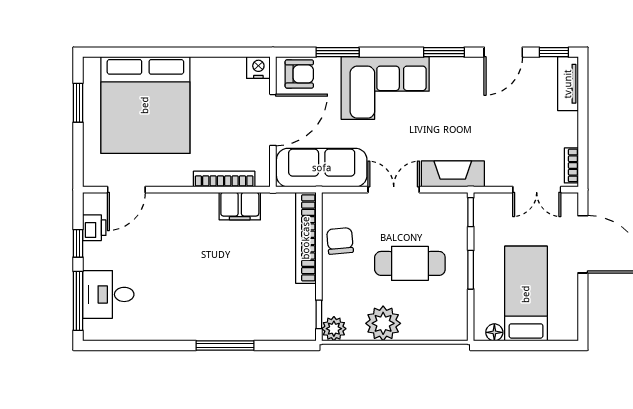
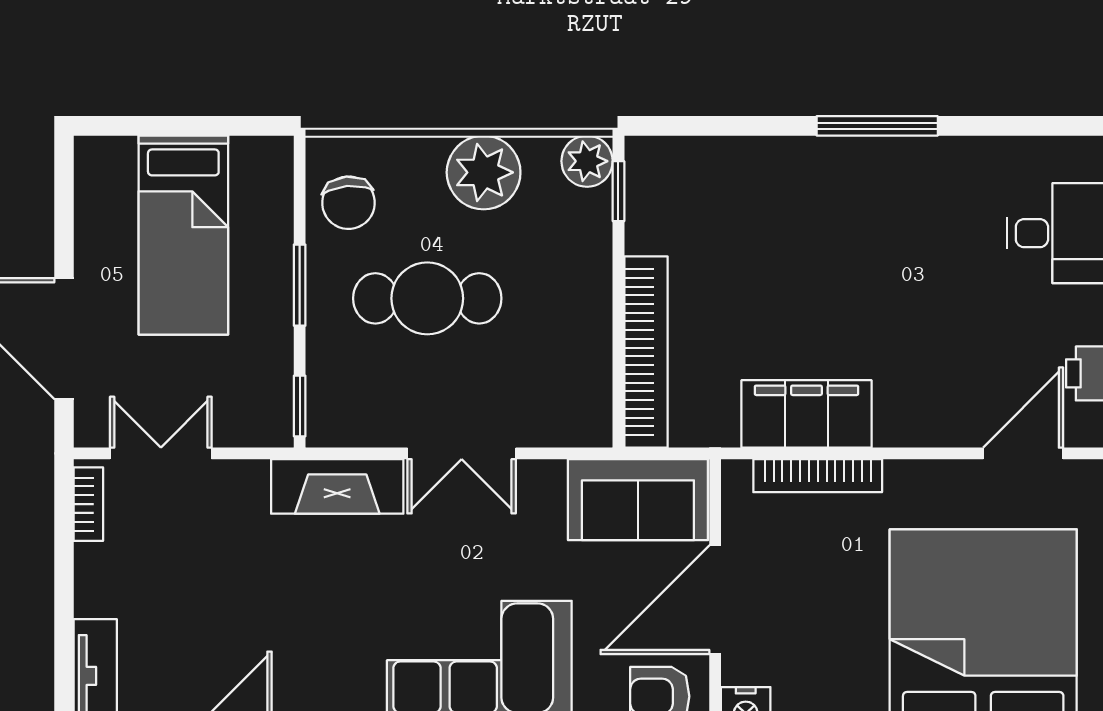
sofa: (322, 168) -> (638, 500), width x0.73
filing cabinet: (240, 206) -> (806, 414), width x1.50, depth x1.17
chair: (340, 241) -> (348, 203), moved
floor lamp: (494, 332) -> (250, 153), removed
window: (225, 345) -> (877, 126), moved

